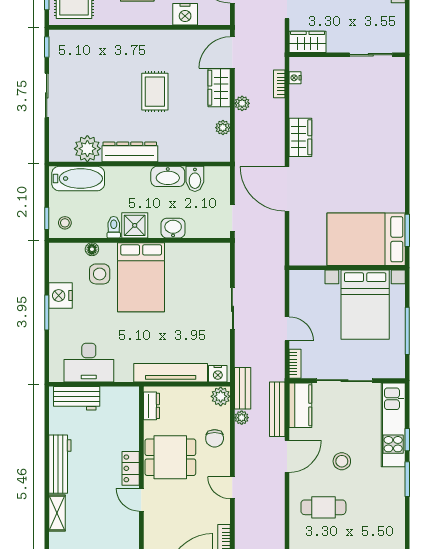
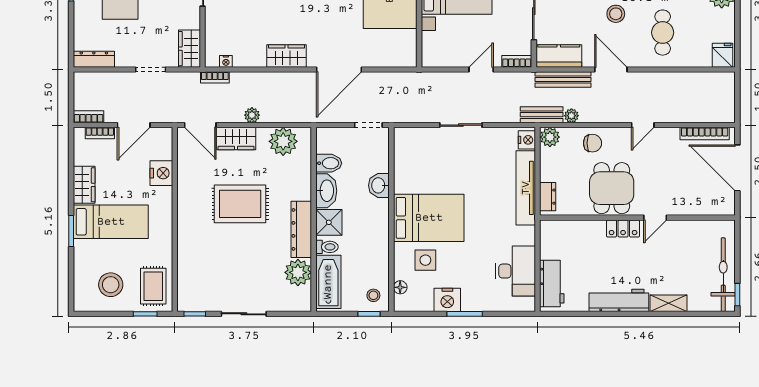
bookcase: (279, 84) -> (215, 77), moved
rug: (155, 92) -> (240, 204), width x1.36, depth x1.43
plant: (223, 128) -> (283, 141), width x1.88, depth x1.88
shower: (135, 225) -> (329, 222), moved
toilet: (114, 227) -> (327, 247), moved, turned 180
floor lamp: (92, 249) -> (400, 287), moved
dresser: (151, 406) -> (548, 197), moved, turned 90

